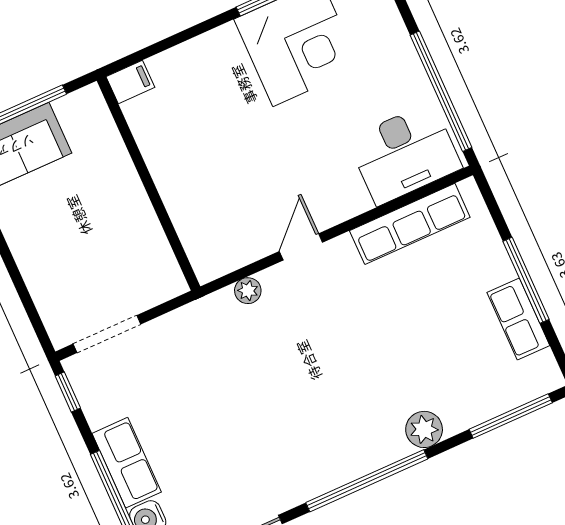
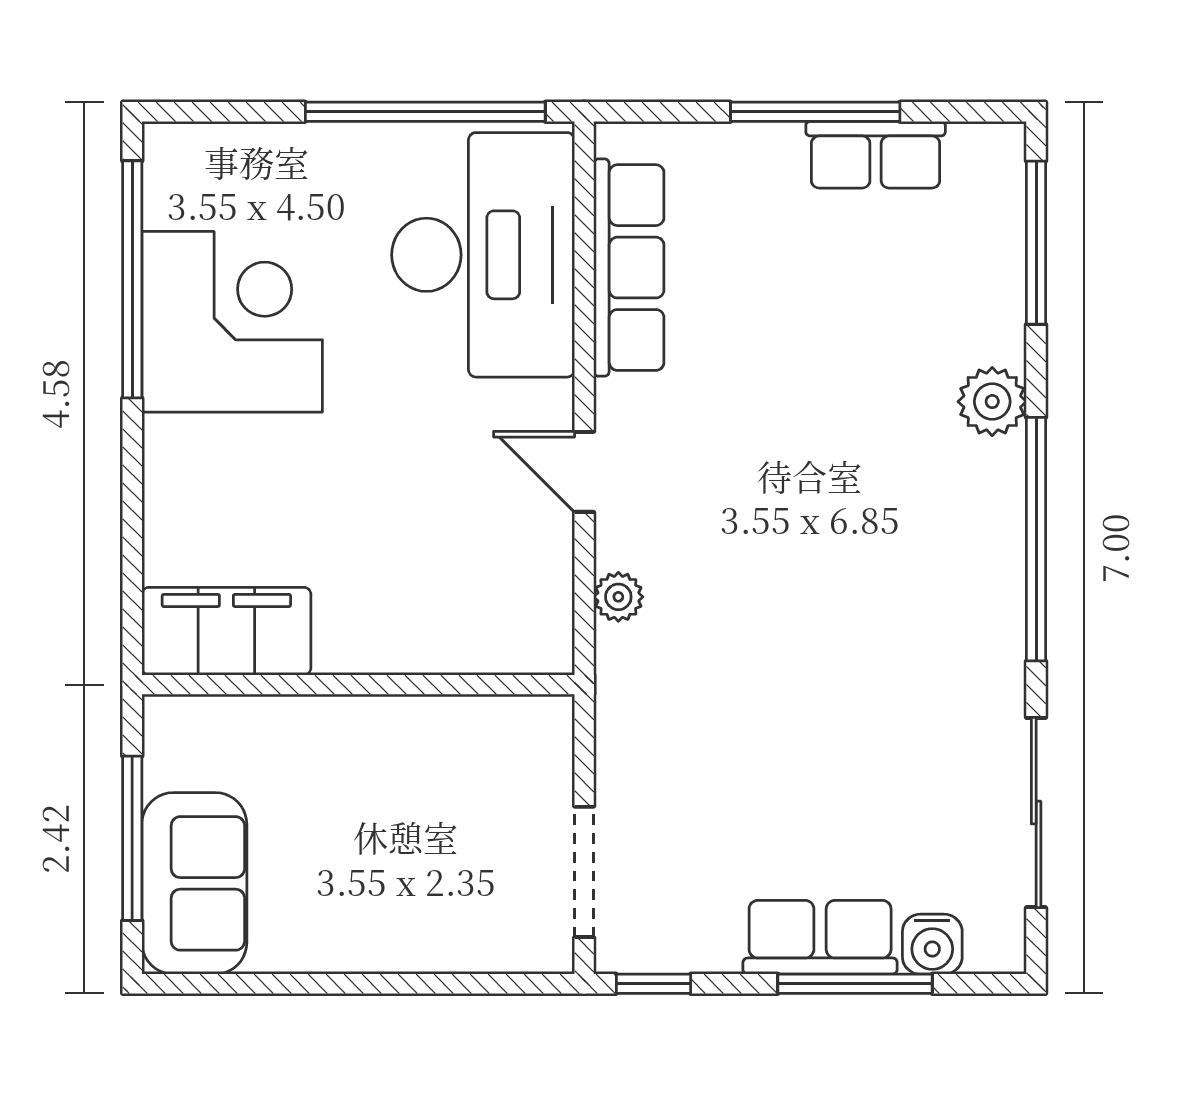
filing cabinet: (130, 82) -> (226, 631), width x3.00, depth x1.17
desk: (405, 154) -> (483, 255), width x1.36, depth x1.30

